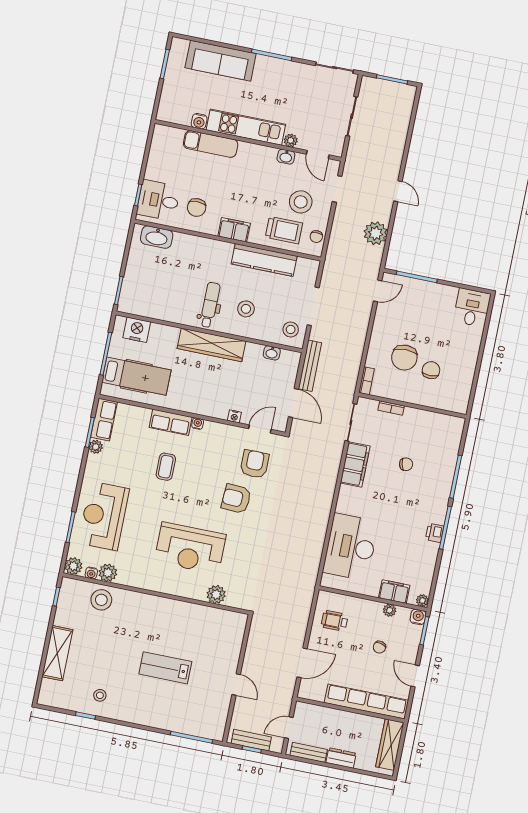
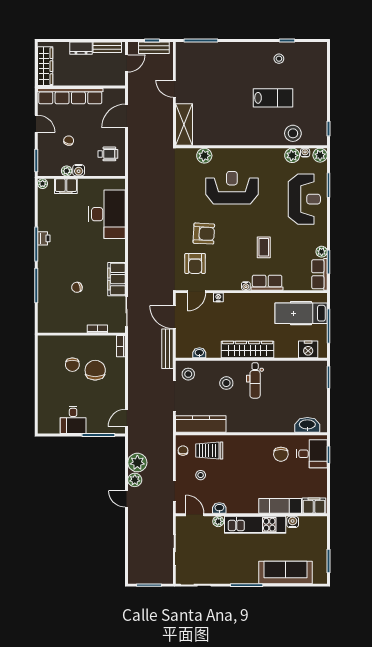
stool: (301, 202) -> (201, 475), width x0.53, depth x0.53
chair: (197, 208) -> (281, 454), turned 180
plant: (383, 213) -> (135, 480), added
filing cabinet: (234, 230) -> (314, 506), moved, turned 180
kitchen counter: (264, 260) -> (201, 424), moved
desk: (472, 308) -> (73, 420), moved
water cooler: (418, 617) -> (79, 170), moved
shelving: (57, 653) -> (184, 125), moved
lab bench: (165, 668) -> (273, 98), moved

